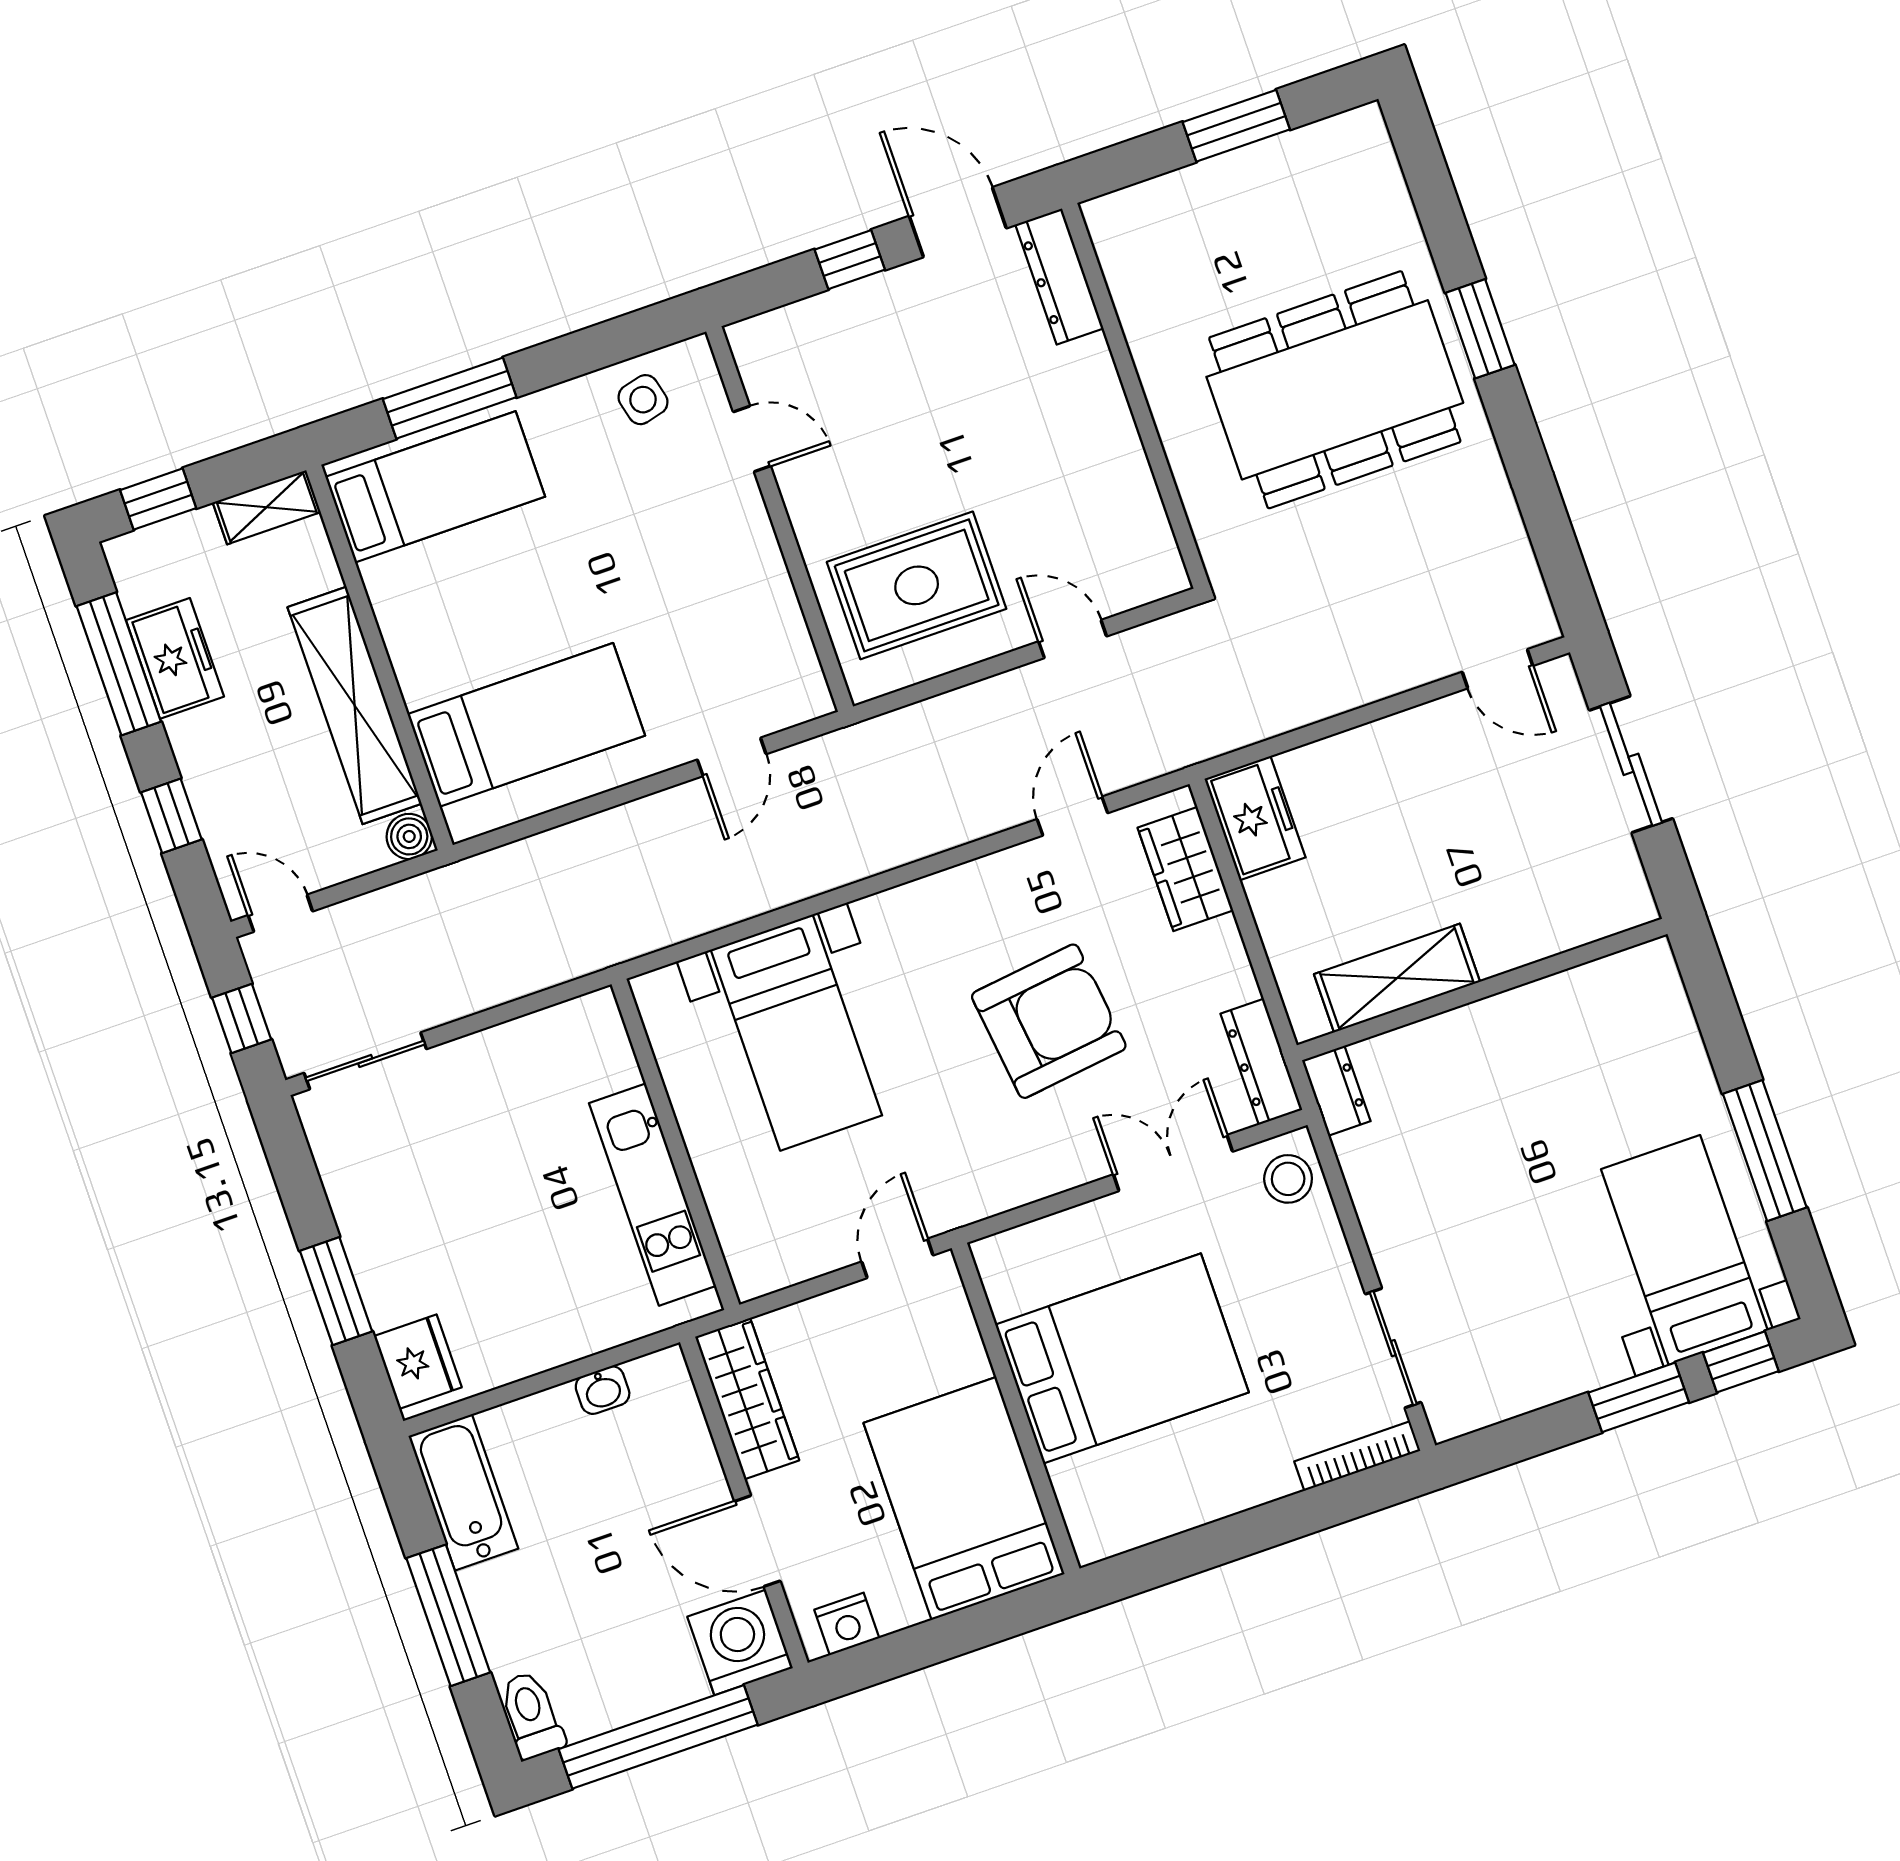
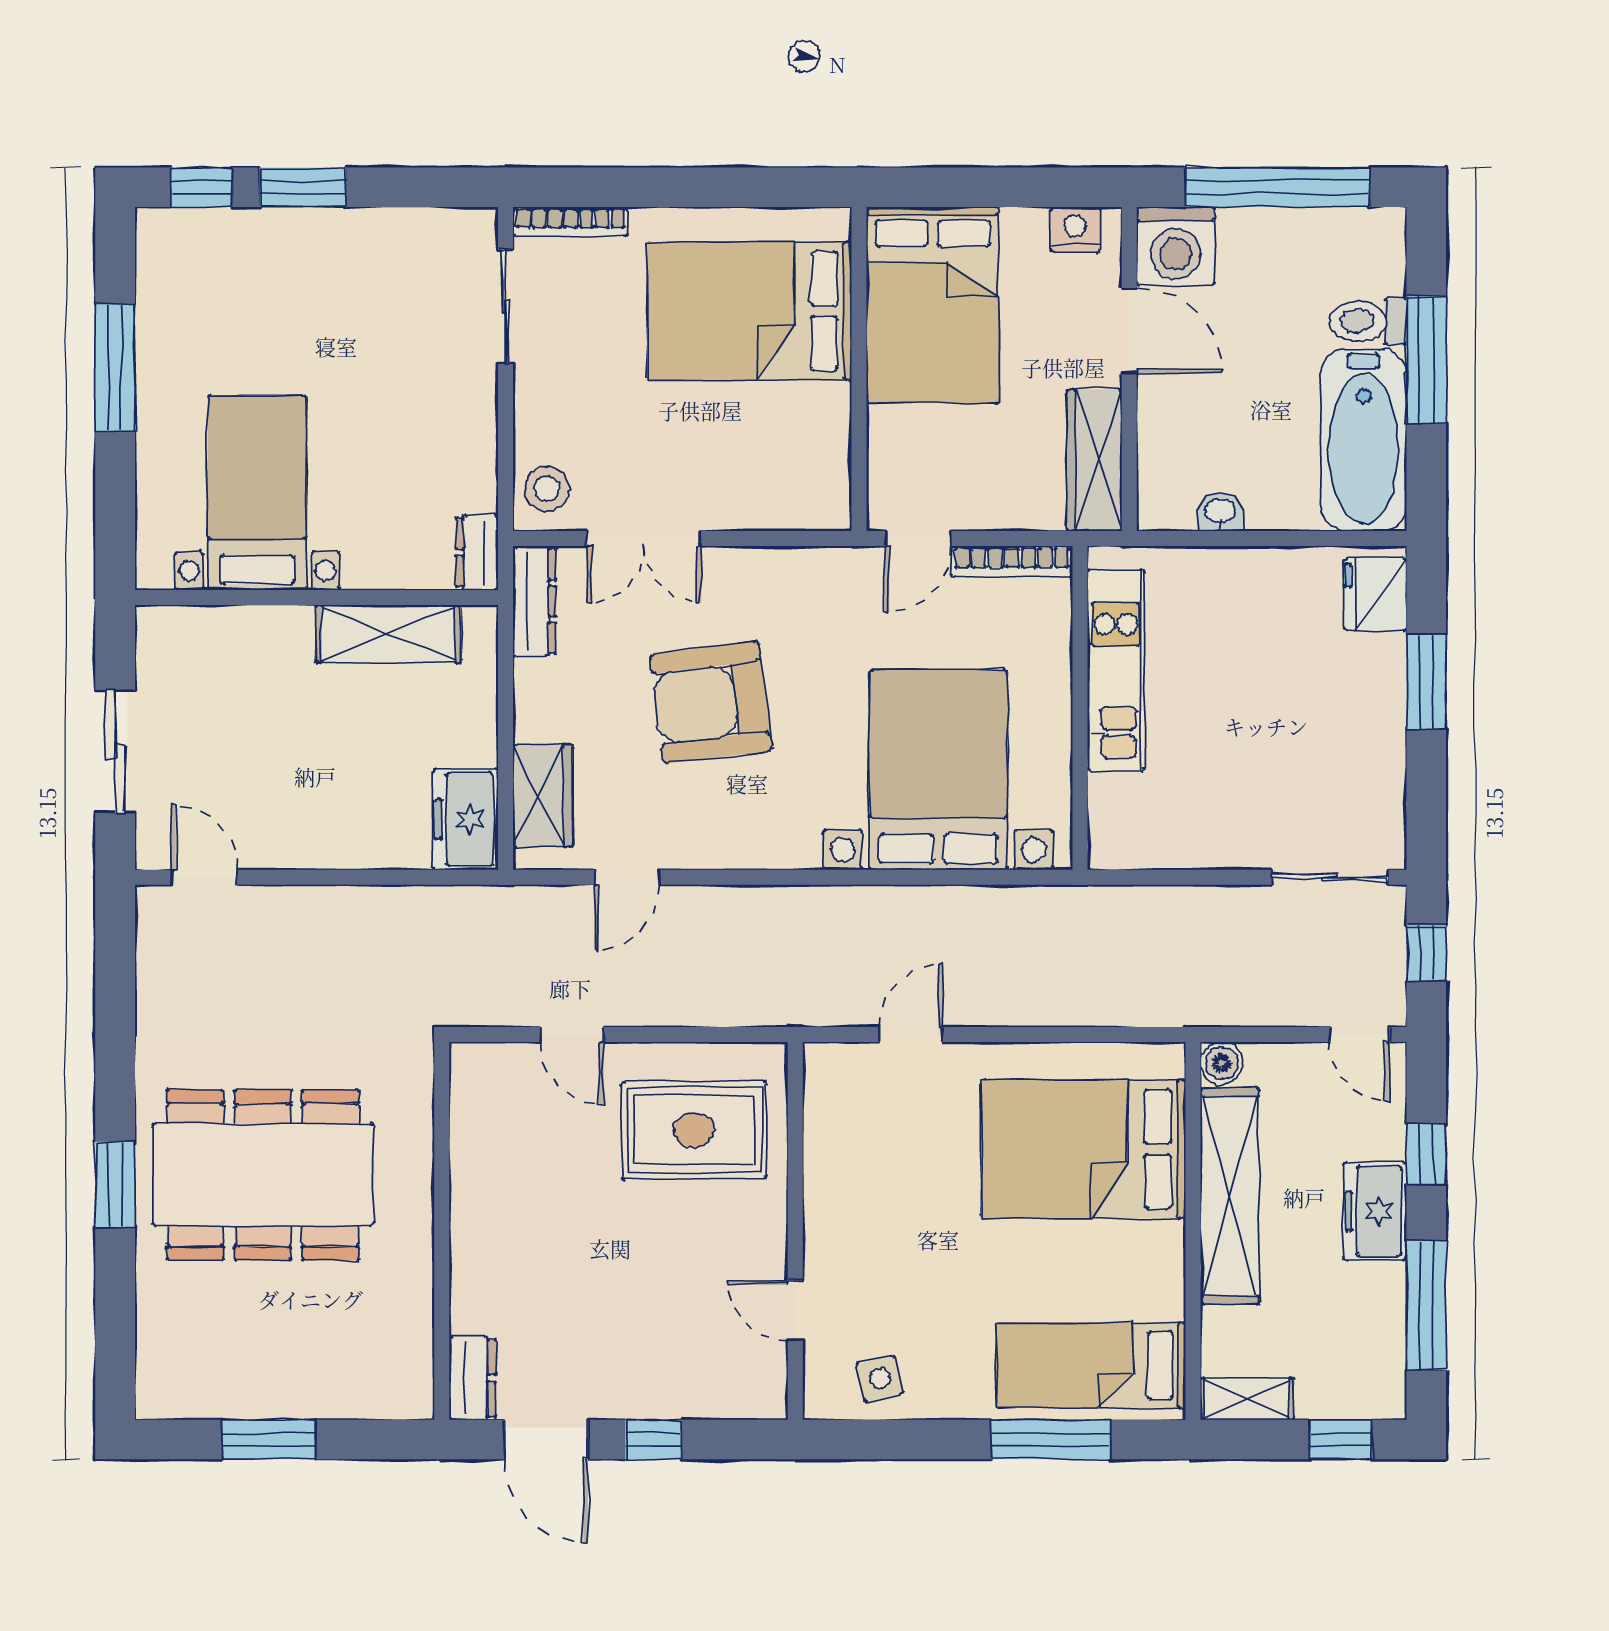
dresser: (1059, 276) -> (472, 1378), width x0.70
freezer: (175, 658) -> (1375, 1211), moved
bed: (526, 725) -> (1083, 1149), width x1.50
bed with nightstands: (796, 1033) -> (938, 770), width x1.36
bed with nightstands: (1684, 1250) -> (257, 493), moved, turned 180
bookcase: (795, 1268) -> (1012, 561), added
bed: (1122, 1358) -> (749, 311), moved
bathtub: (463, 1492) -> (1364, 440), width x1.36, depth x1.36
toilet: (531, 1715) -> (1368, 321), moved, turned 90

